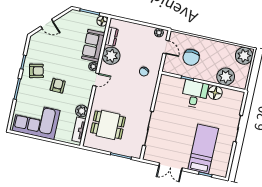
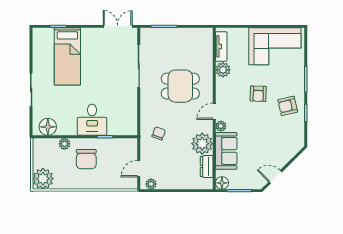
door: (47, 24) -> (275, 177), moved
door: (166, 47) -> (139, 169), hinge flipped
chair: (191, 57) -> (86, 159), moved, turned 180
plant: (226, 77) -> (64, 144), width x0.53, depth x0.53
floor lamp: (215, 93) -> (48, 127), moved
dining table: (108, 125) -> (180, 86), moved
double door: (171, 167) -> (118, 26), moved

